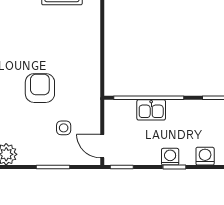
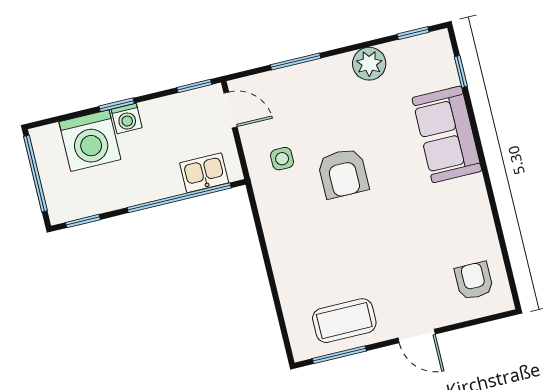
kitchen sink: (151, 110) -> (204, 173), moved
side table: (64, 128) -> (282, 159), moved
washing machine: (205, 156) -> (90, 141), width x1.89, depth x1.89

